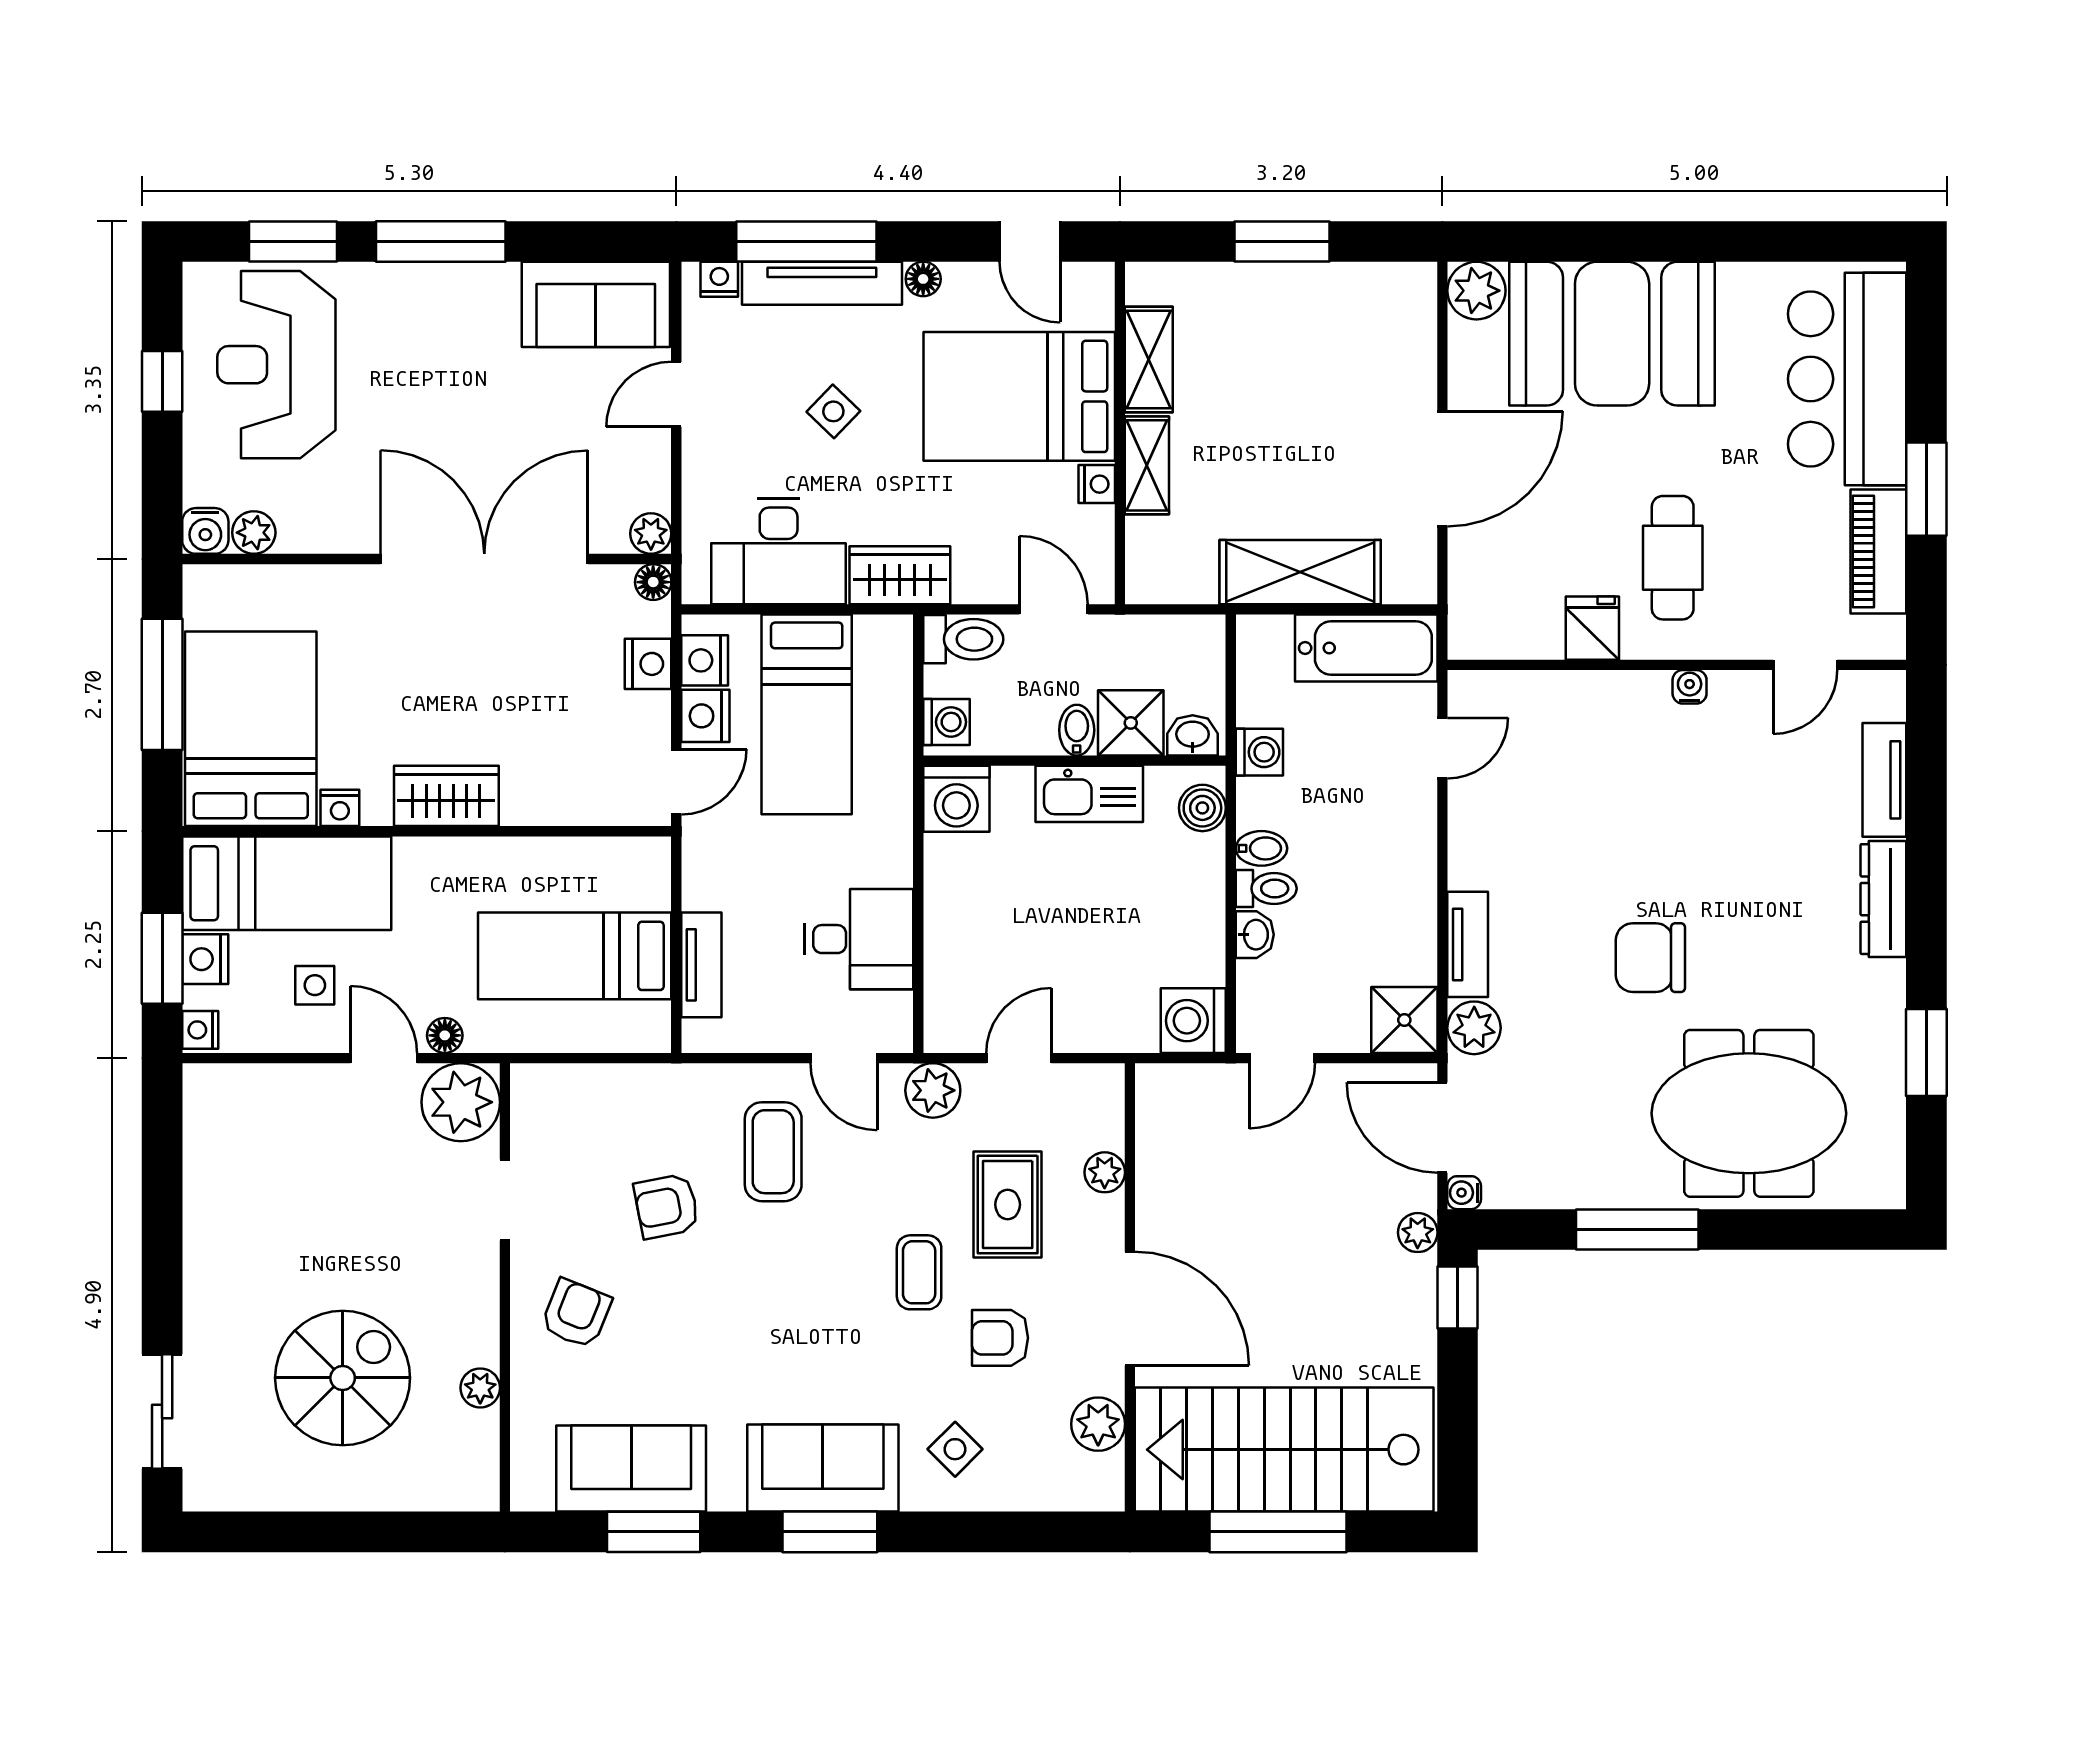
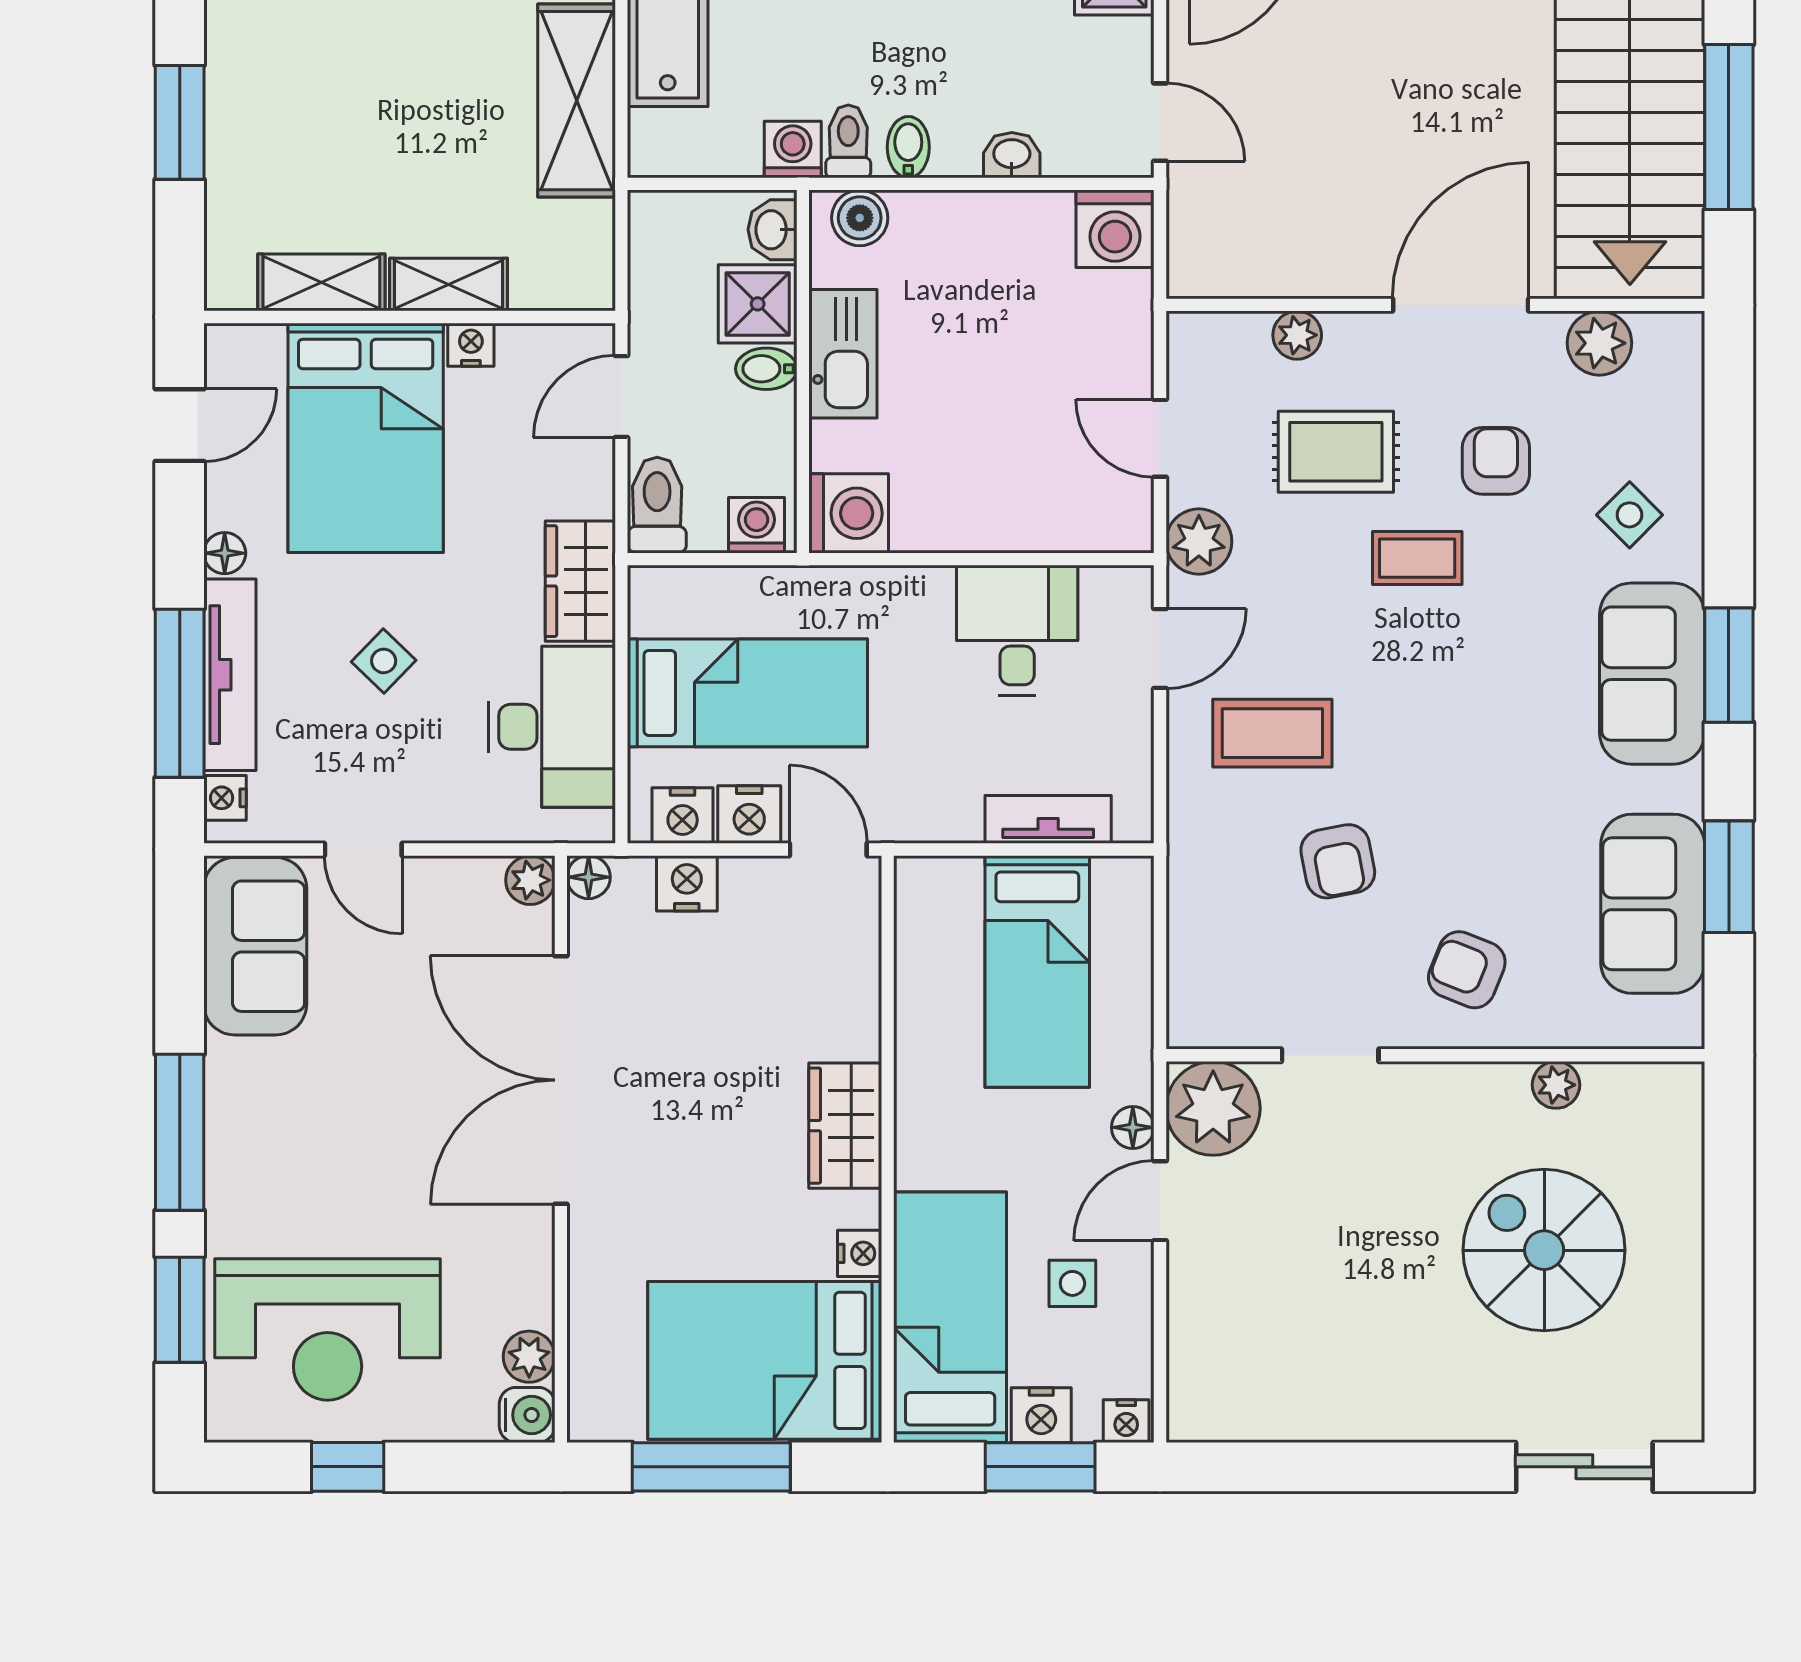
toilet: (1266, 889) -> (848, 141), moved
armchair: (1000, 1338) -> (1496, 461), turned 180

